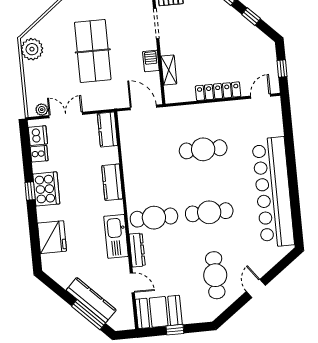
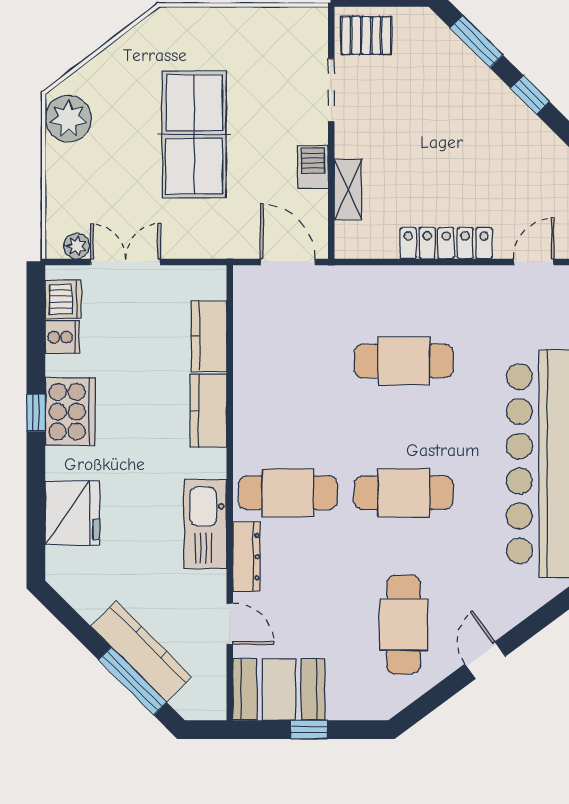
kitchen counter: (107, 129) -> (209, 336), moved

